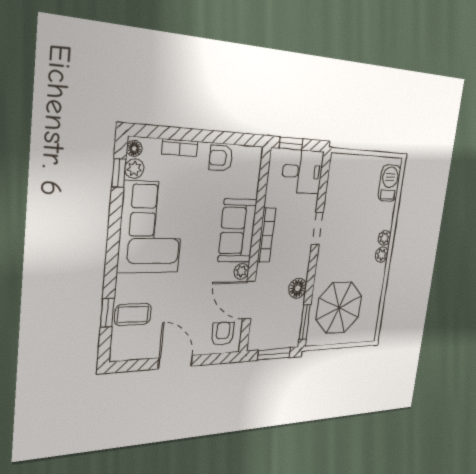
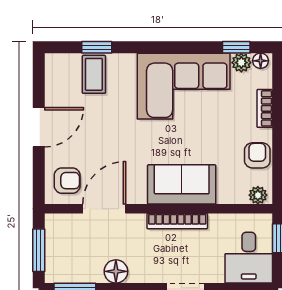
plant: (241, 271) -> (258, 195), moved

